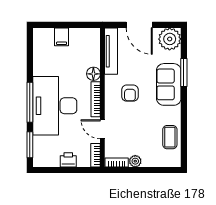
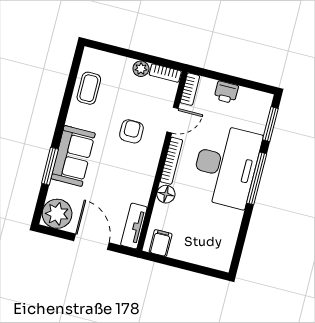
filing cabinet: (62, 37) -> (161, 243), moved
tv unit: (111, 51) -> (134, 226), width x0.71
armchair: (130, 93) -> (131, 131), moved
door: (102, 129) -> (173, 120), hinge flipped

